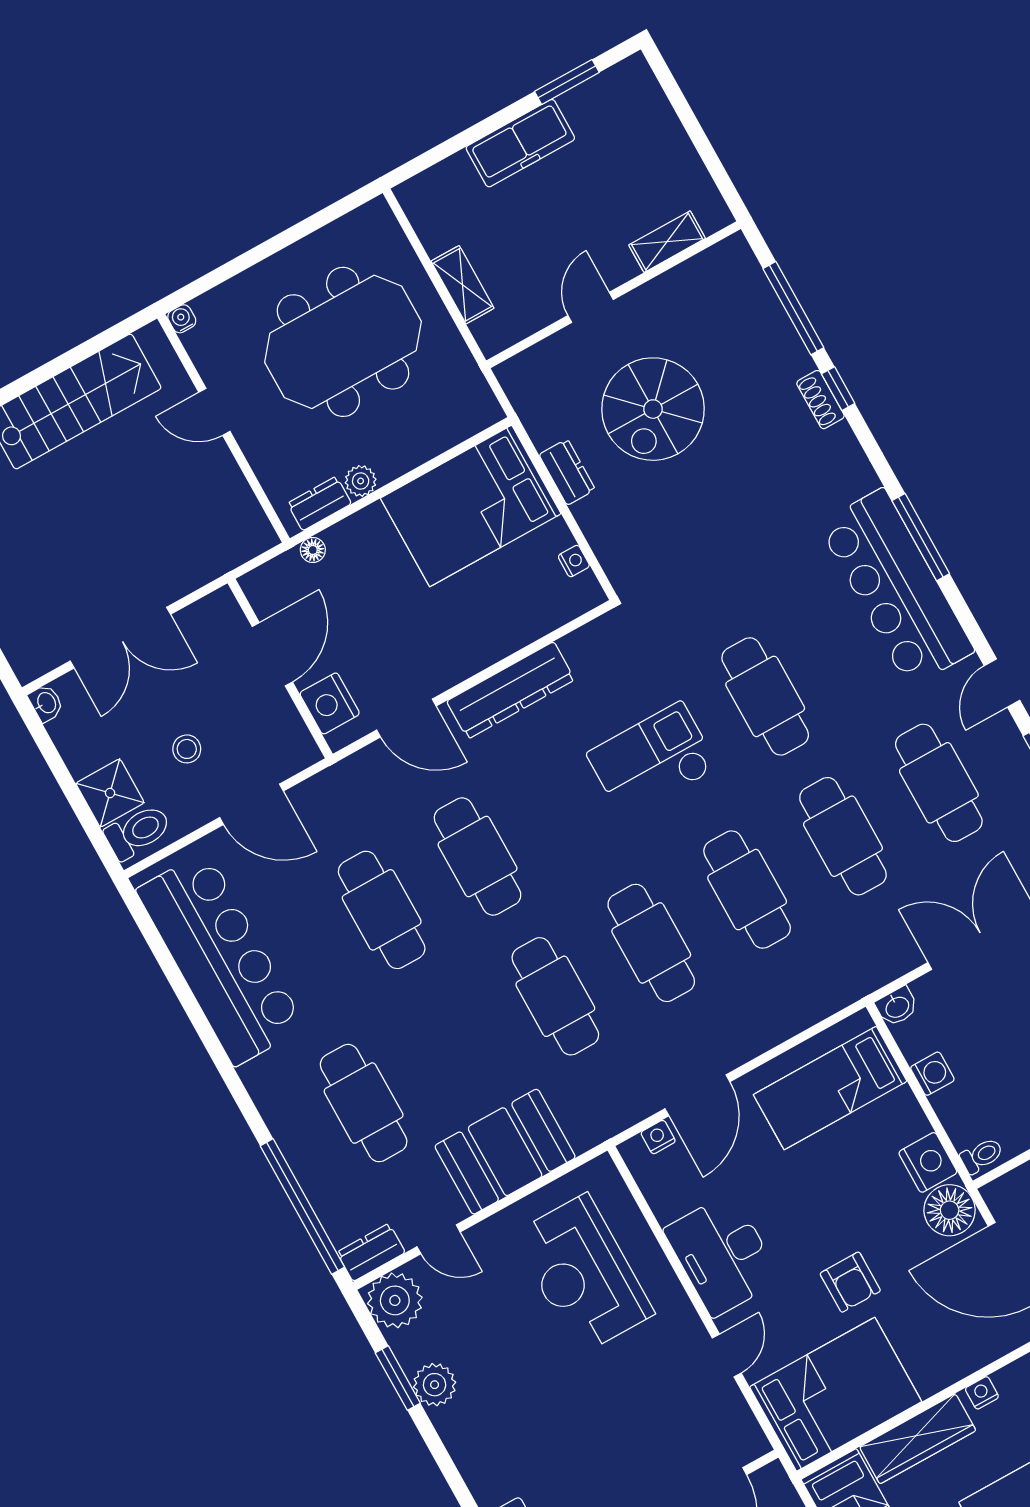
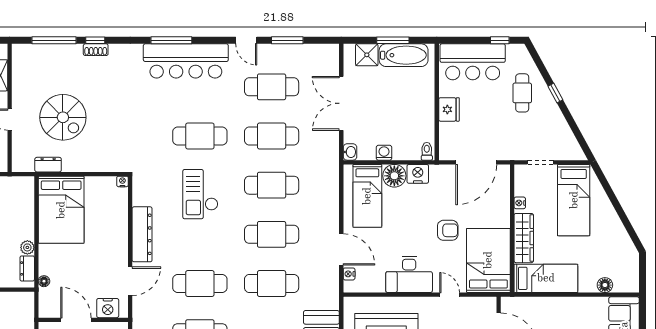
dresser: (567, 472) -> (48, 165), moved
nightstand: (574, 561) -> (122, 181), moved
floor lamp: (950, 1210) -> (394, 176), moved

